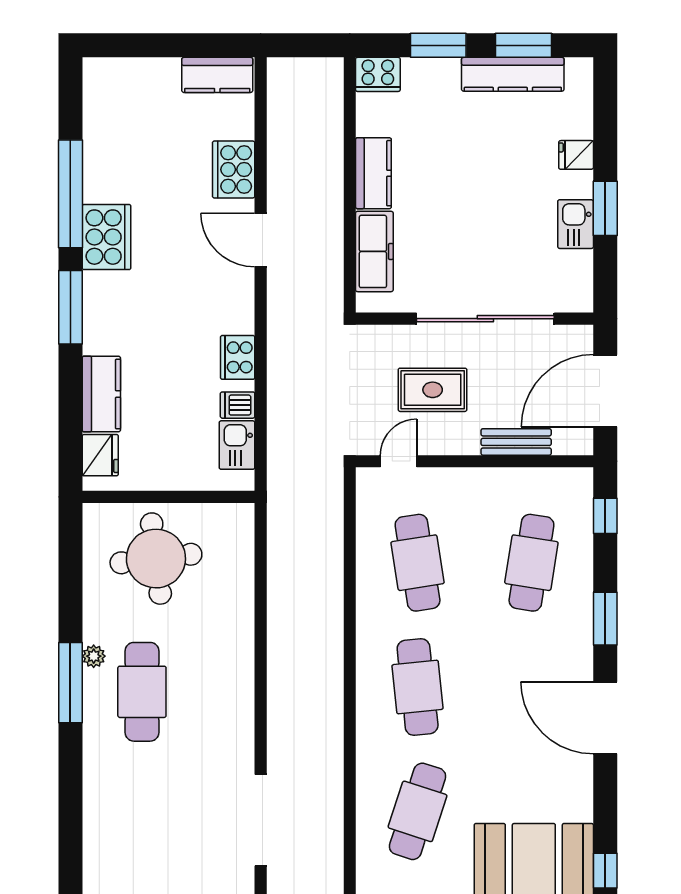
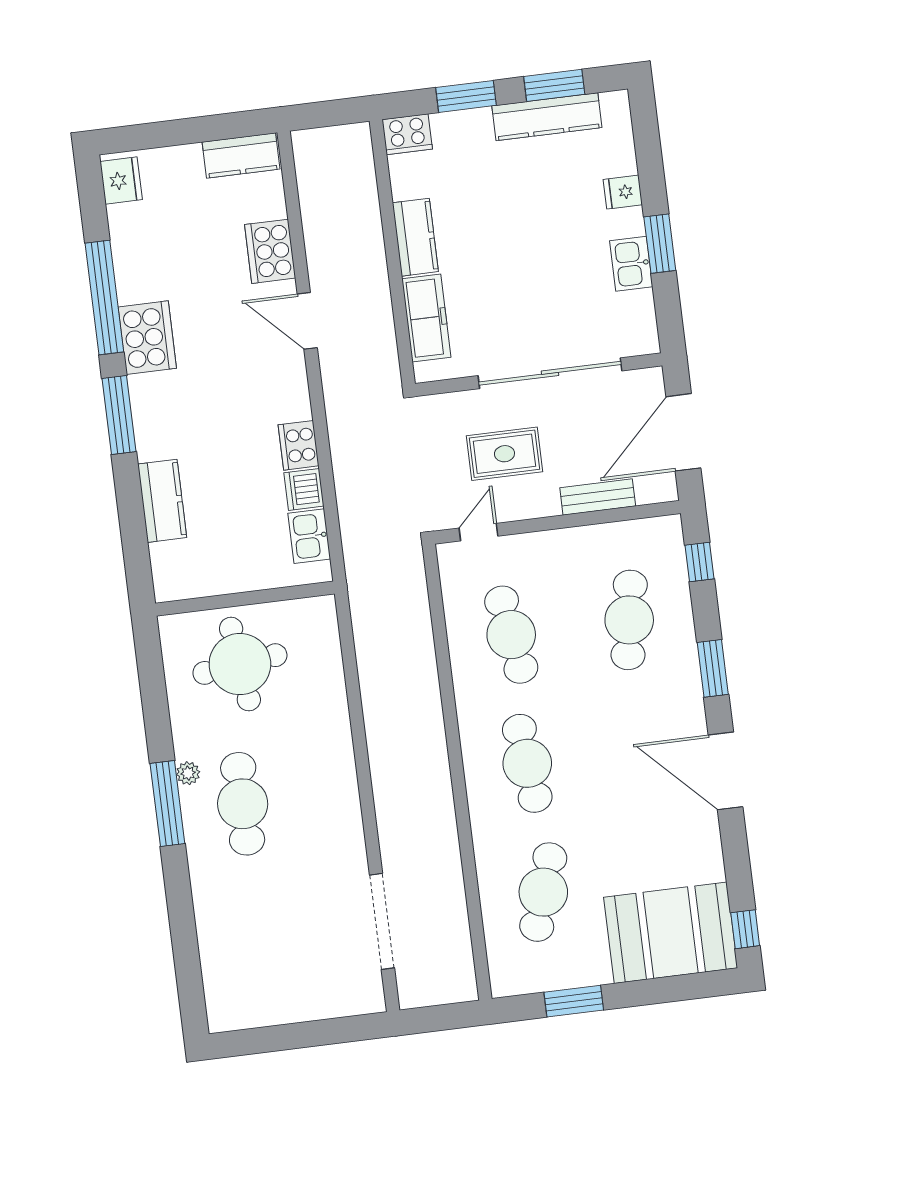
dishwasher: (238, 405) -> (304, 489), width x1.38
fridge: (100, 455) -> (121, 181), moved

